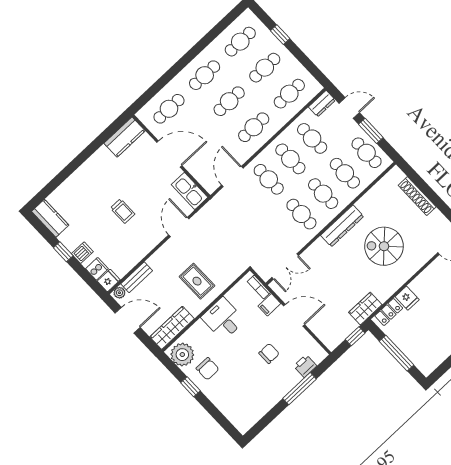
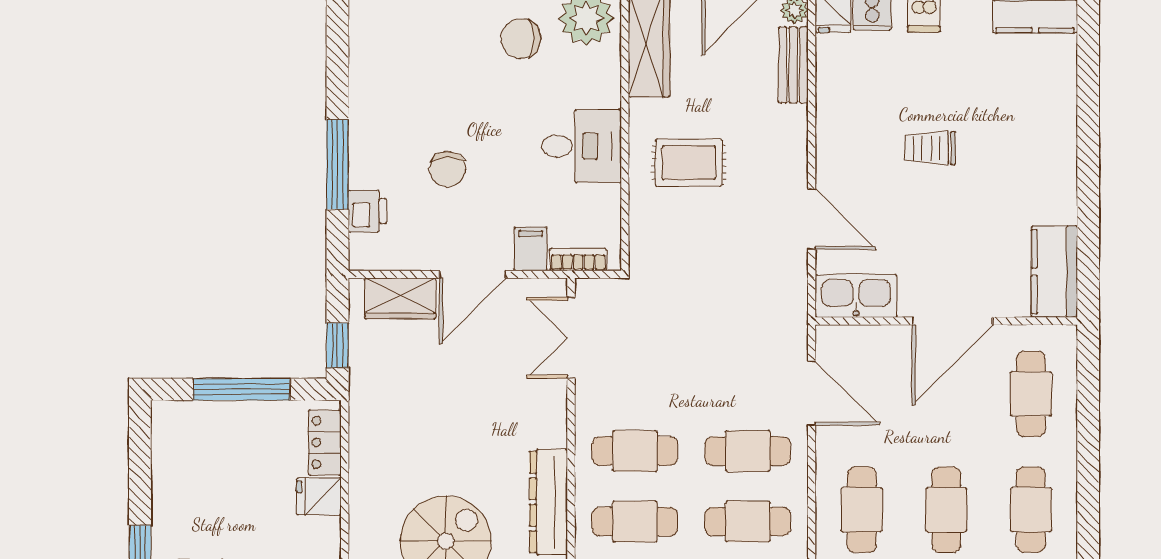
wardrobe: (365, 308) -> (400, 298), moved, turned 90

